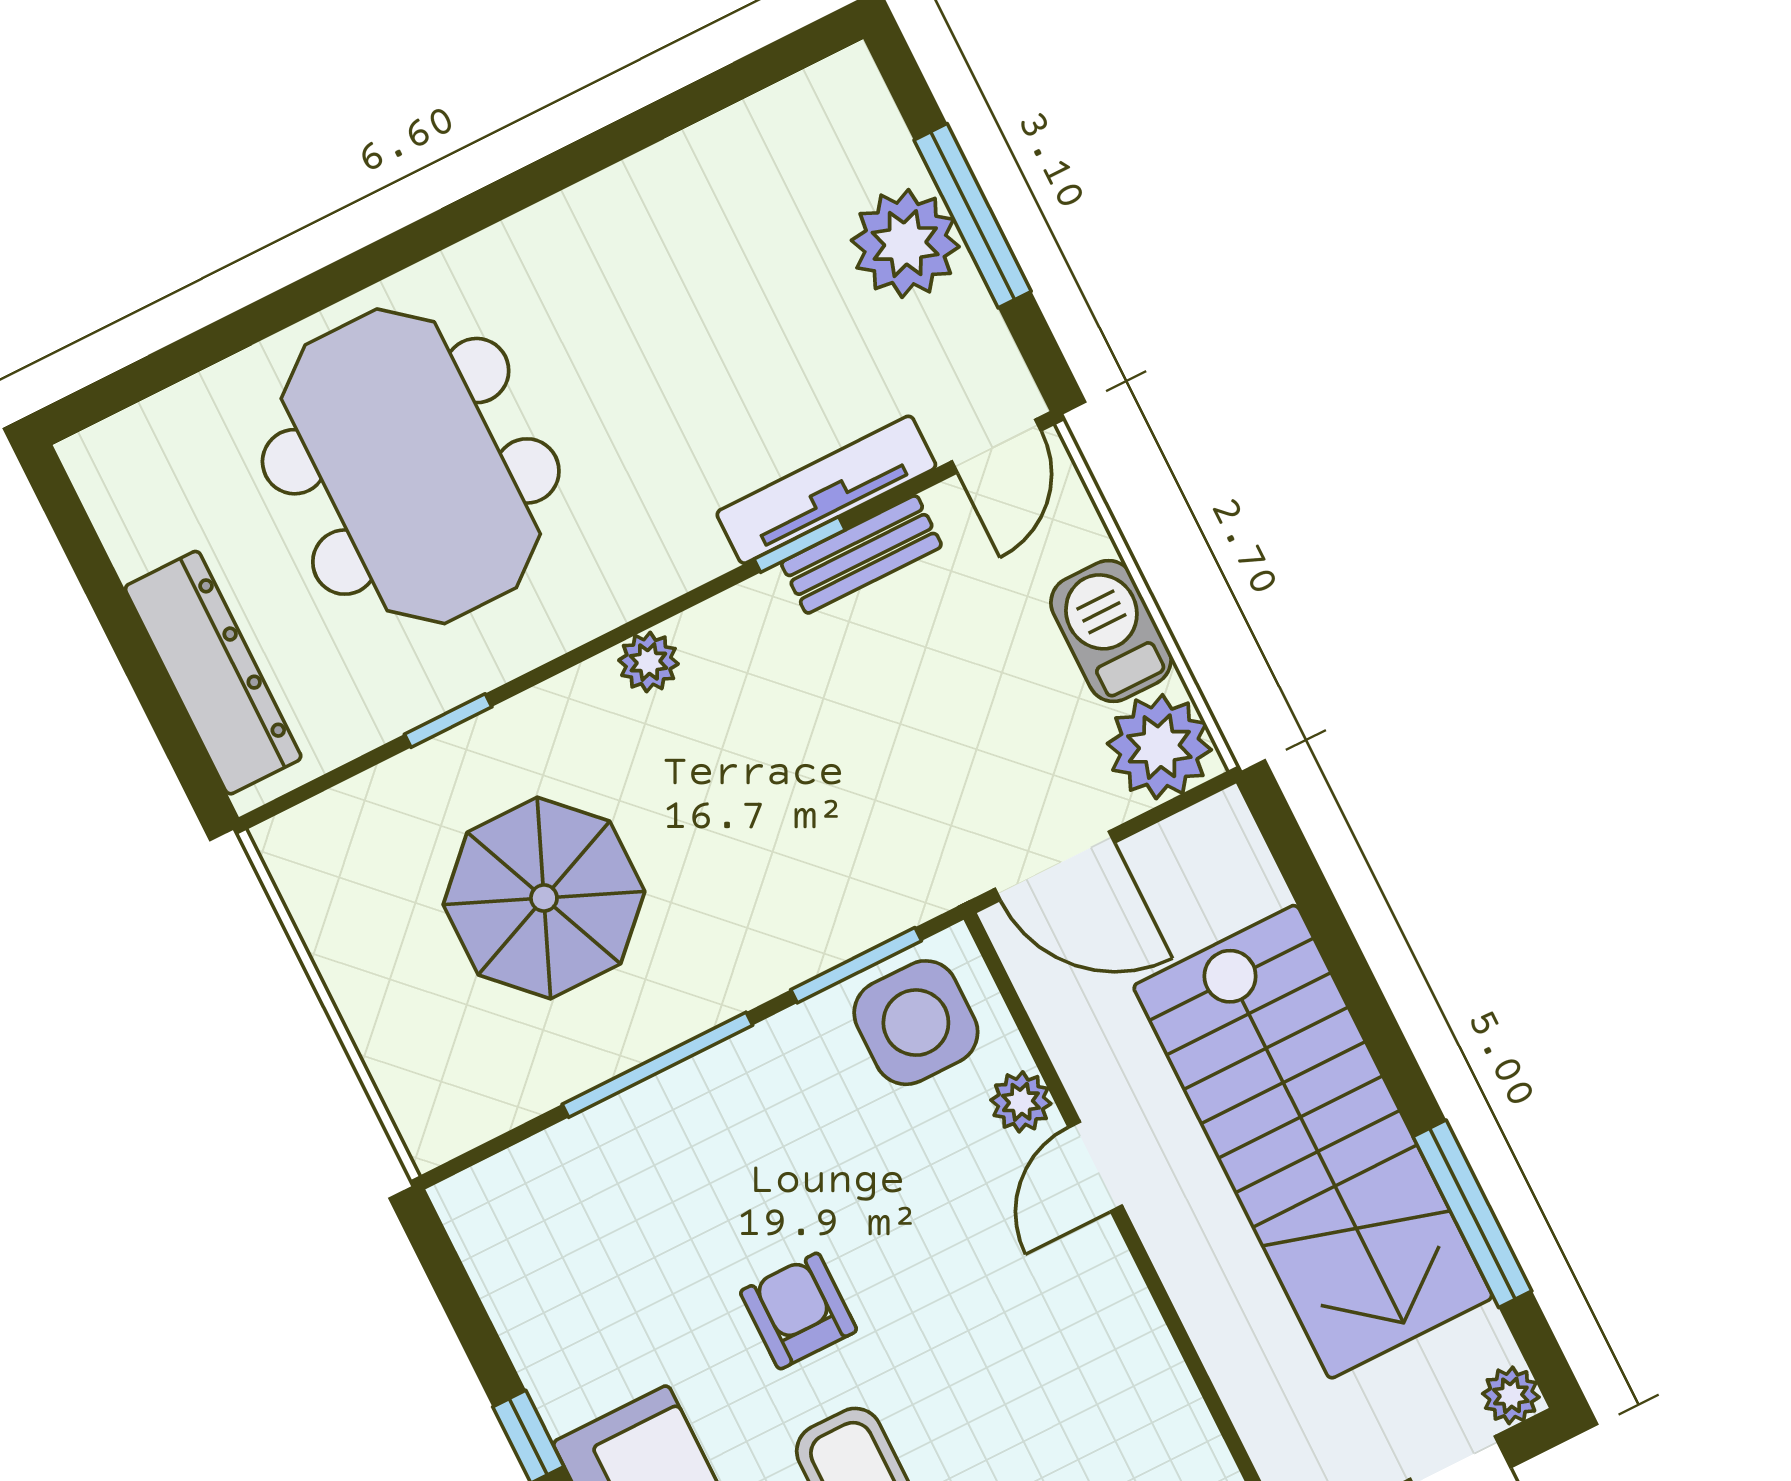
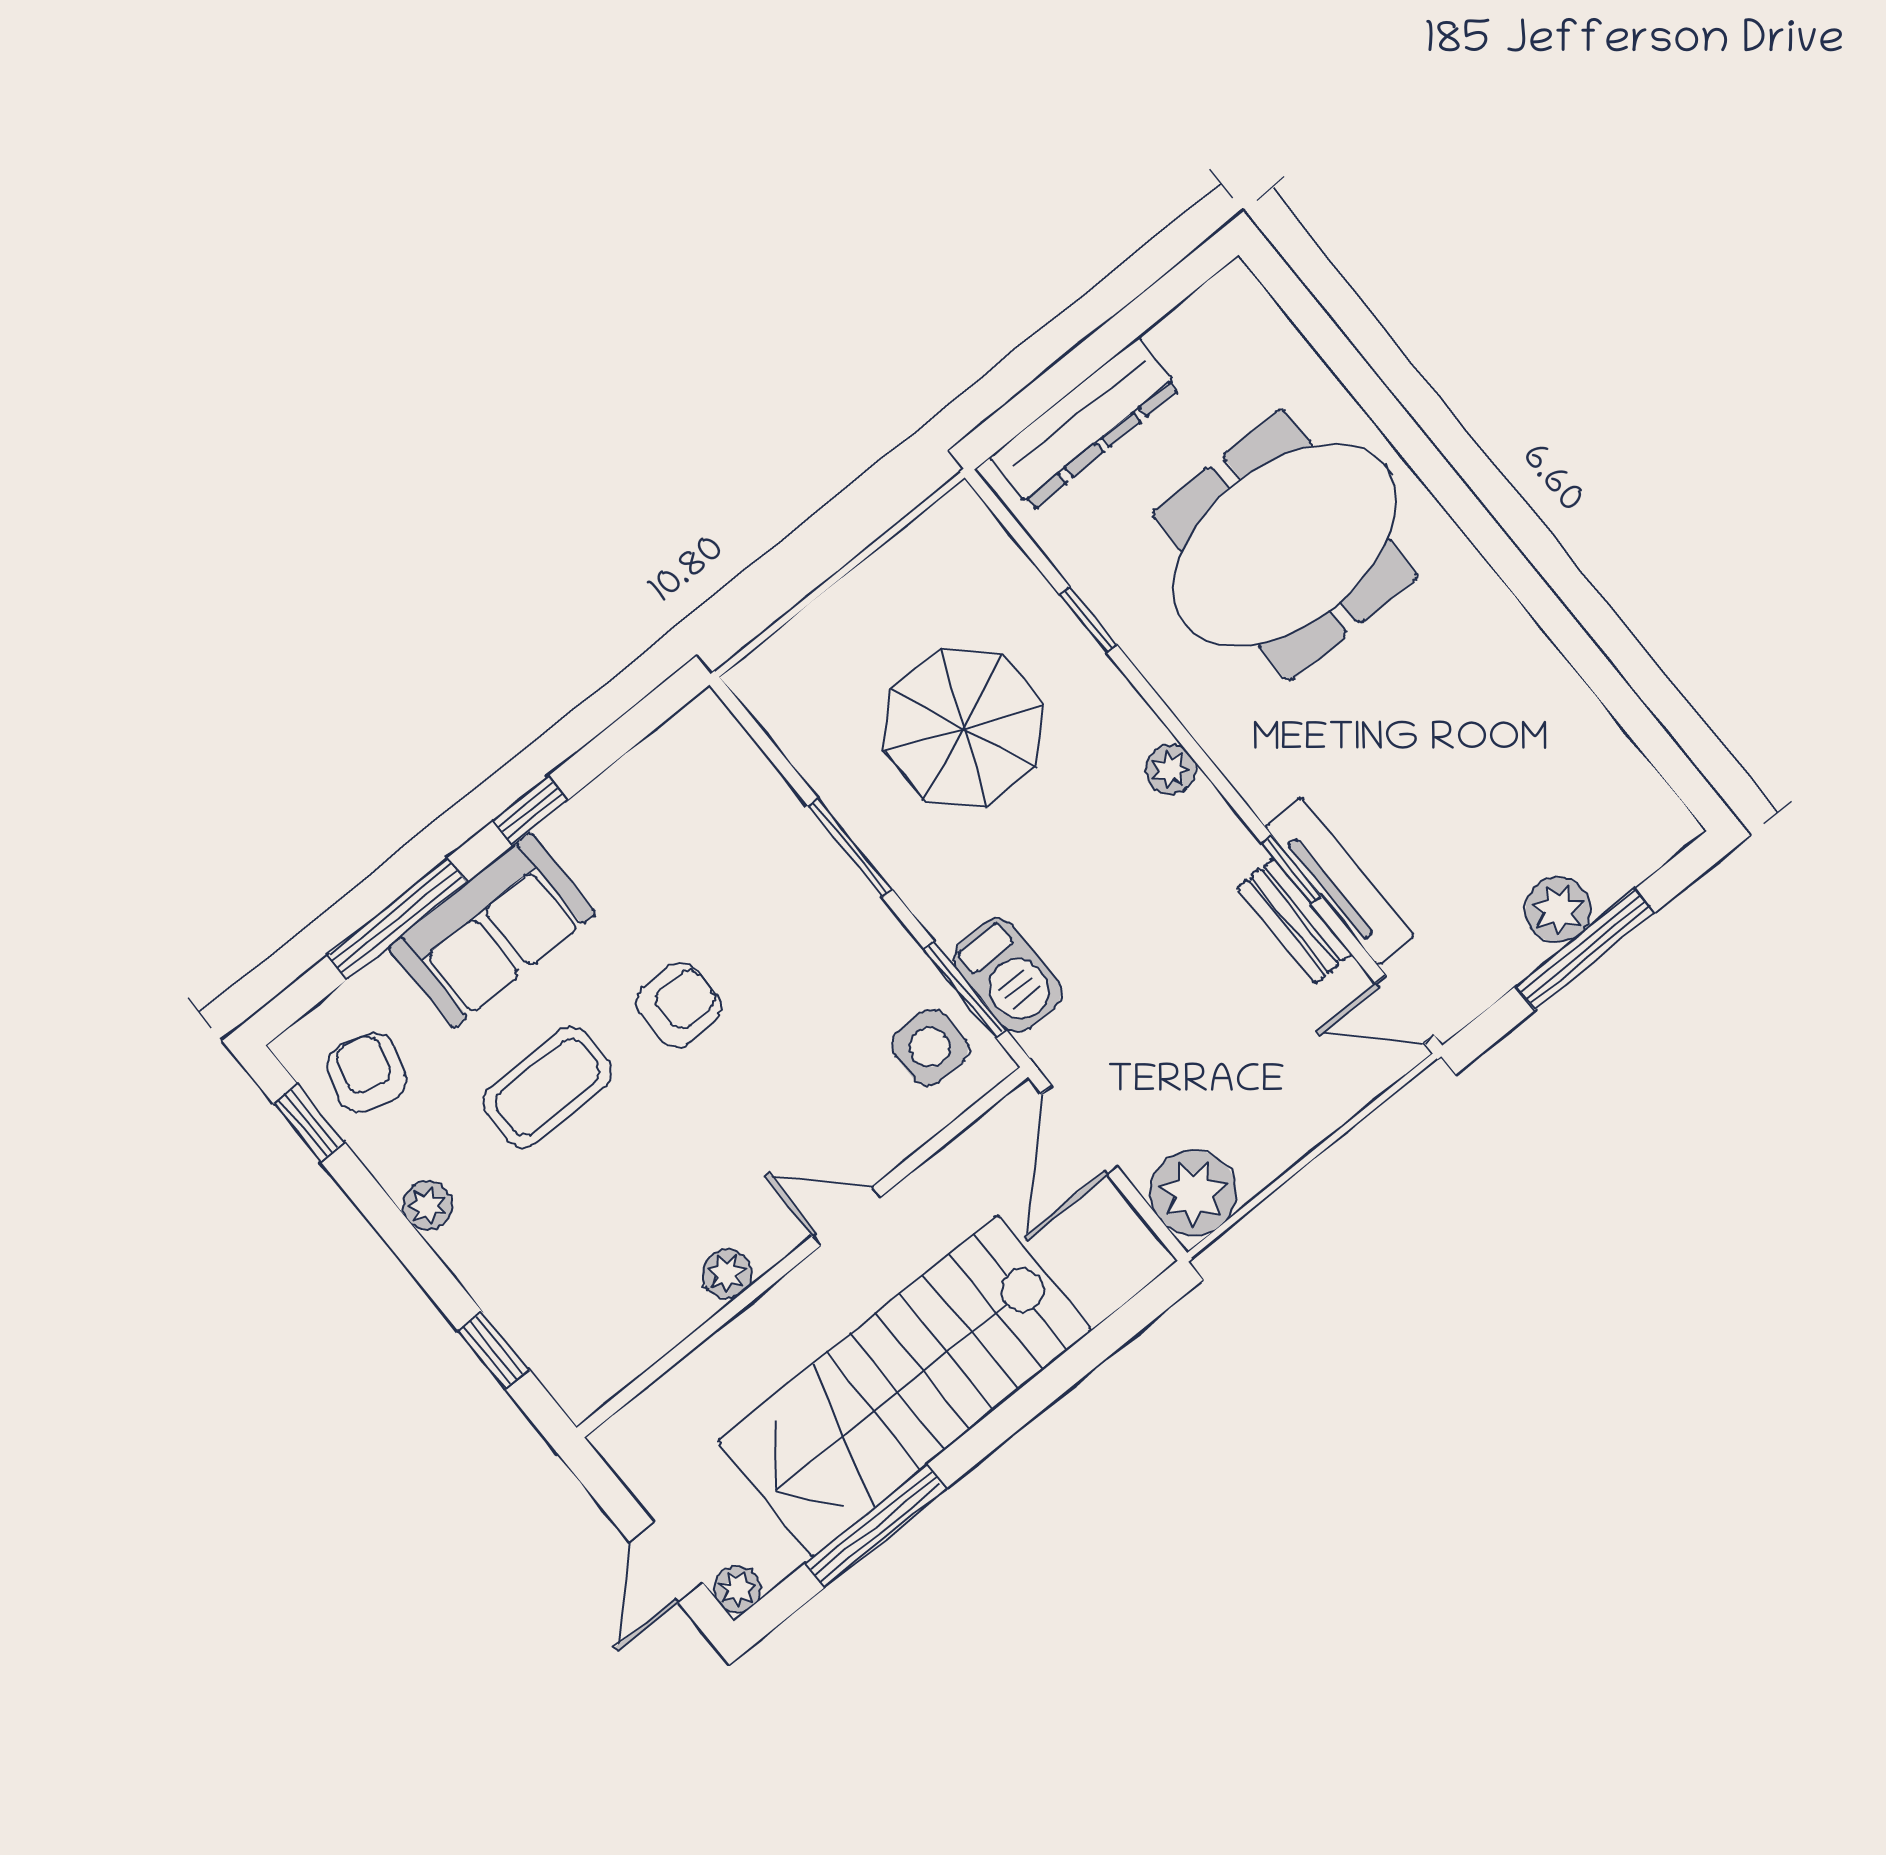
plant: (905, 244) -> (1558, 910), width x0.73, depth x0.73
barbecue: (1111, 631) -> (1008, 975), moved, turned 90
side table: (916, 1023) -> (930, 1047), width x0.73, depth x0.73
window: (657, 1065) -> (850, 848), width x0.69
plant: (1021, 1102) -> (727, 1274), moved

